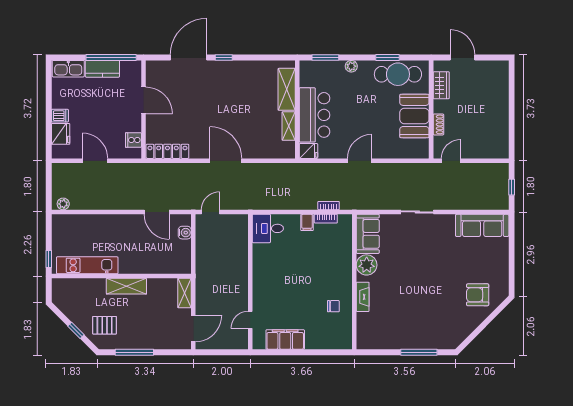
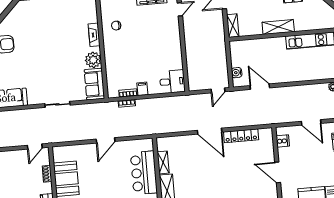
locker: (167, 151) -> (241, 136), moved
fridge: (308, 151) -> (146, 144), removed

